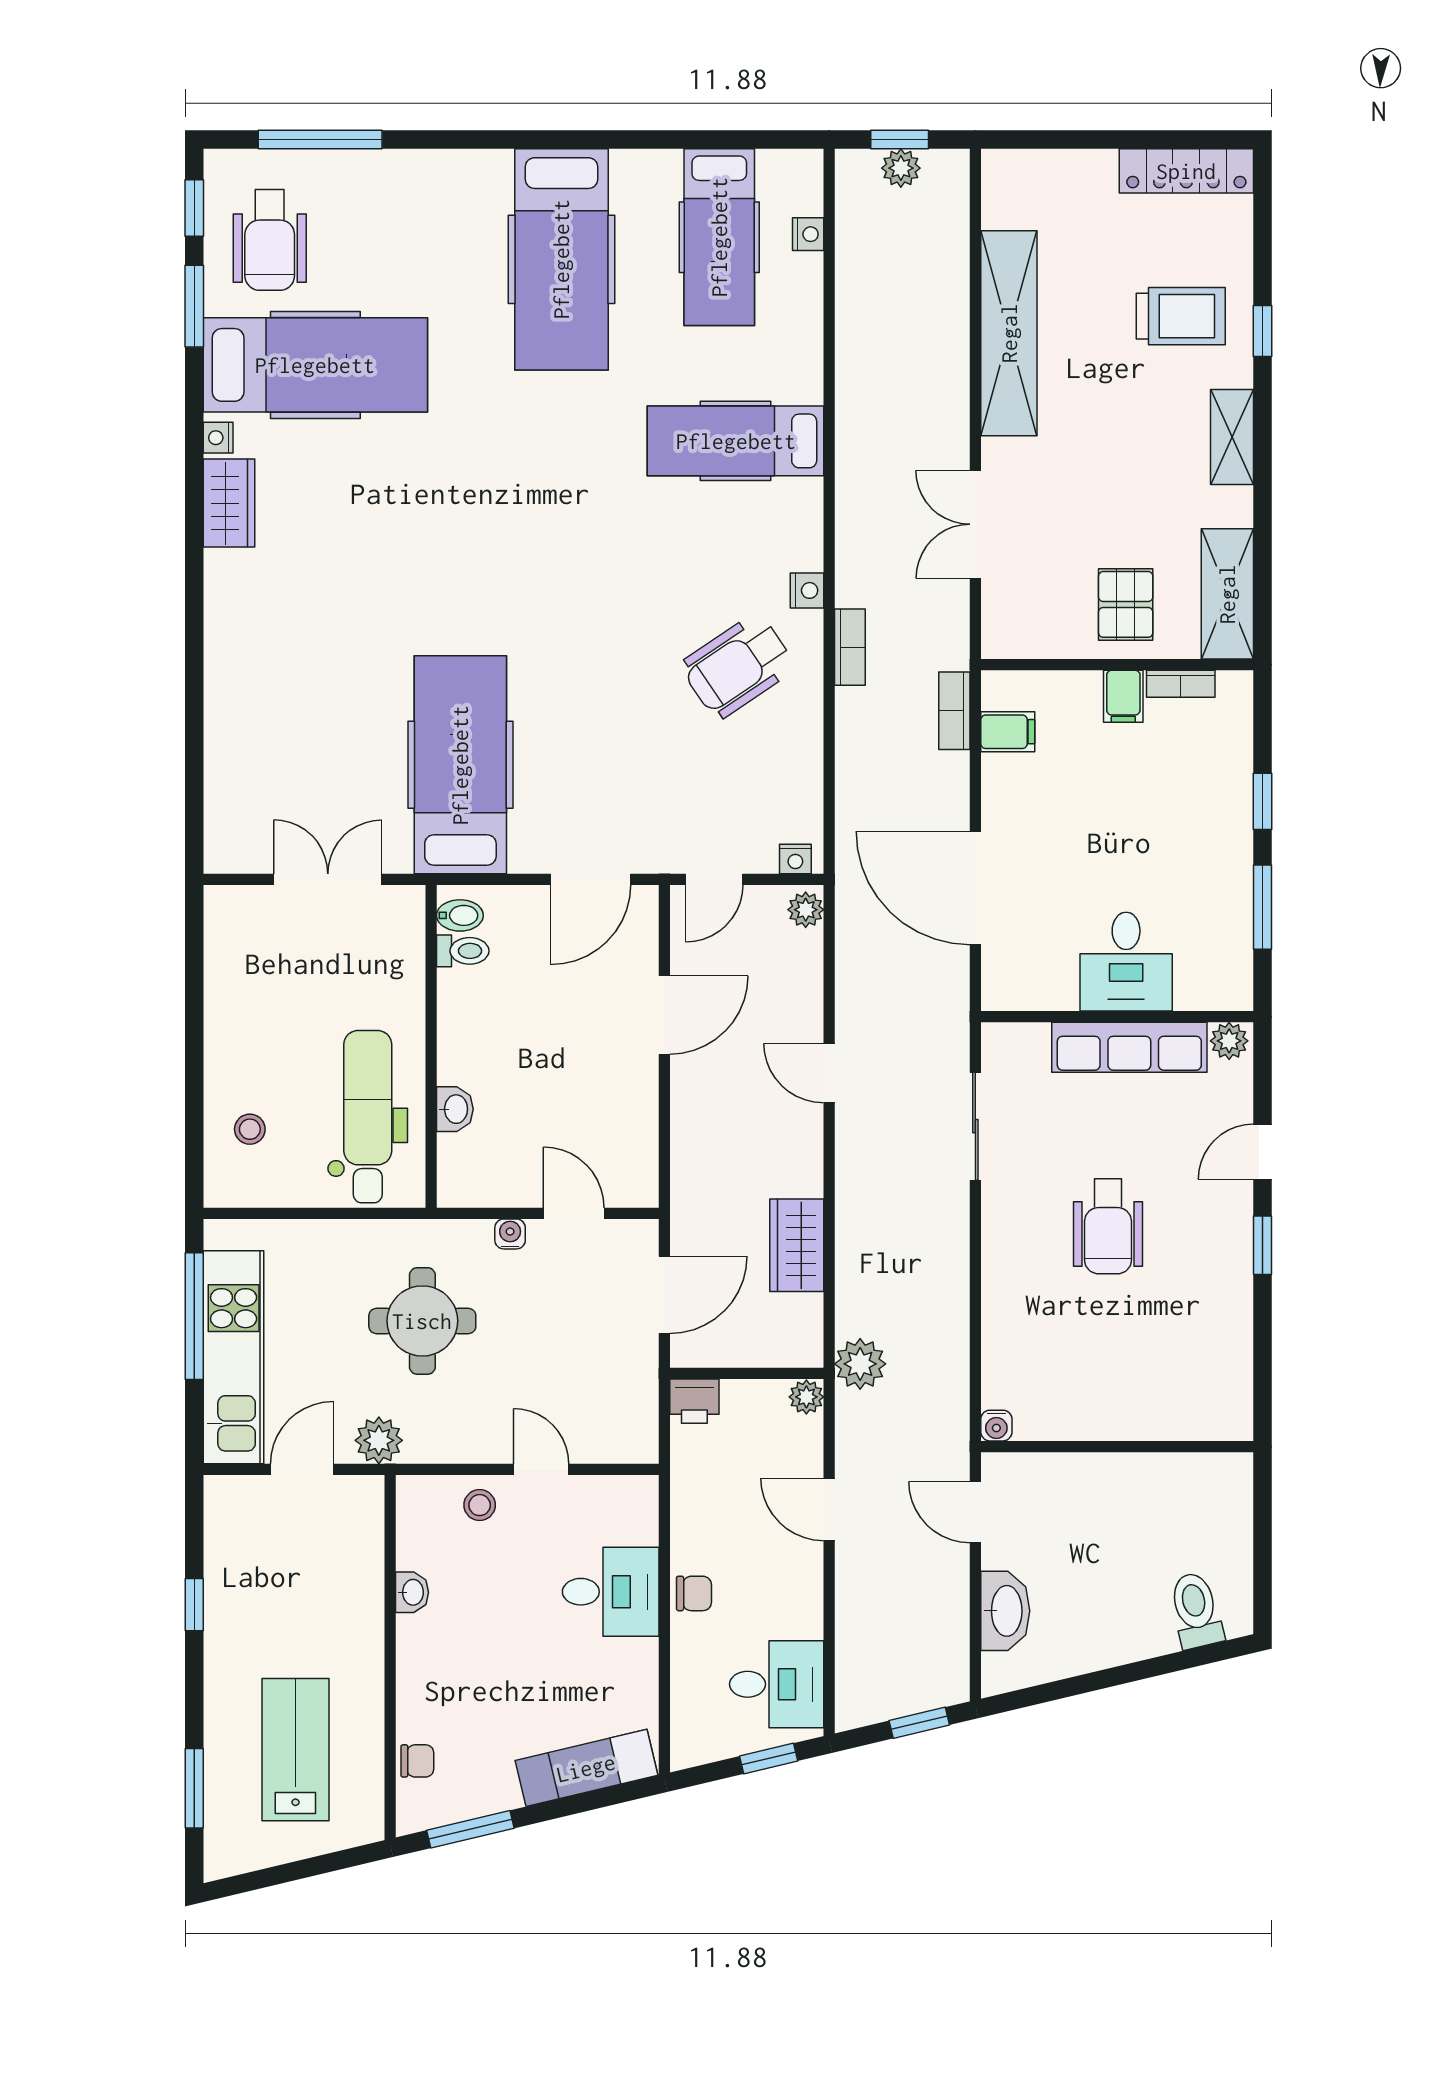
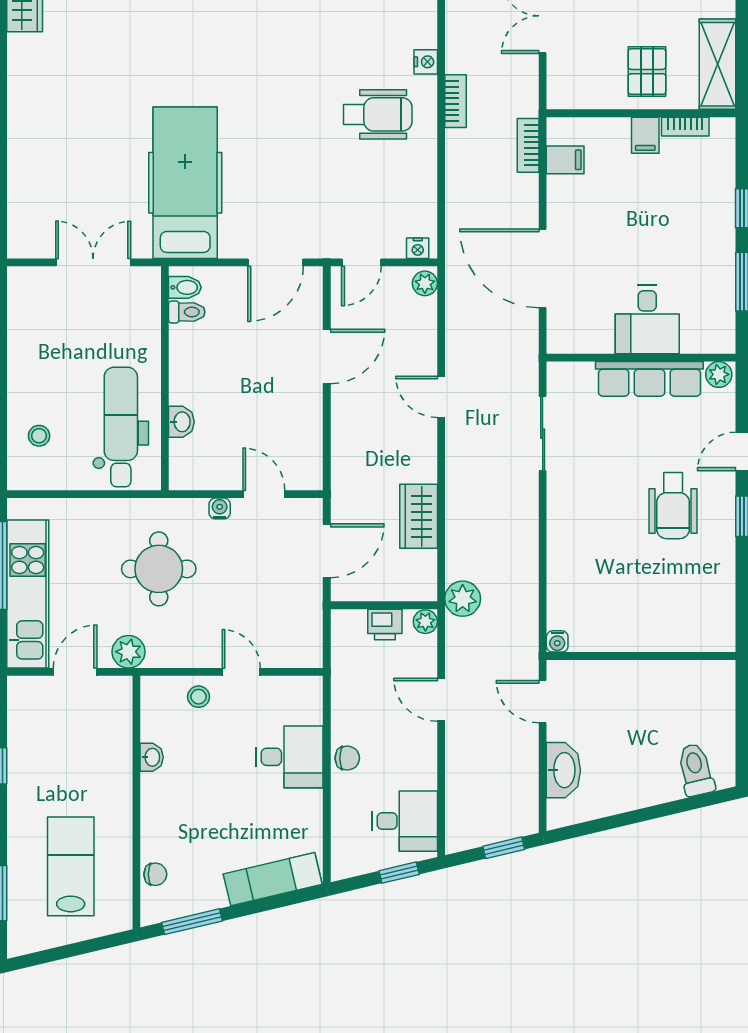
wheelchair: (738, 666) -> (378, 114), turned -146
wheelchair: (1108, 1226) -> (673, 506), moved
printer: (694, 1401) -> (385, 624), moved

